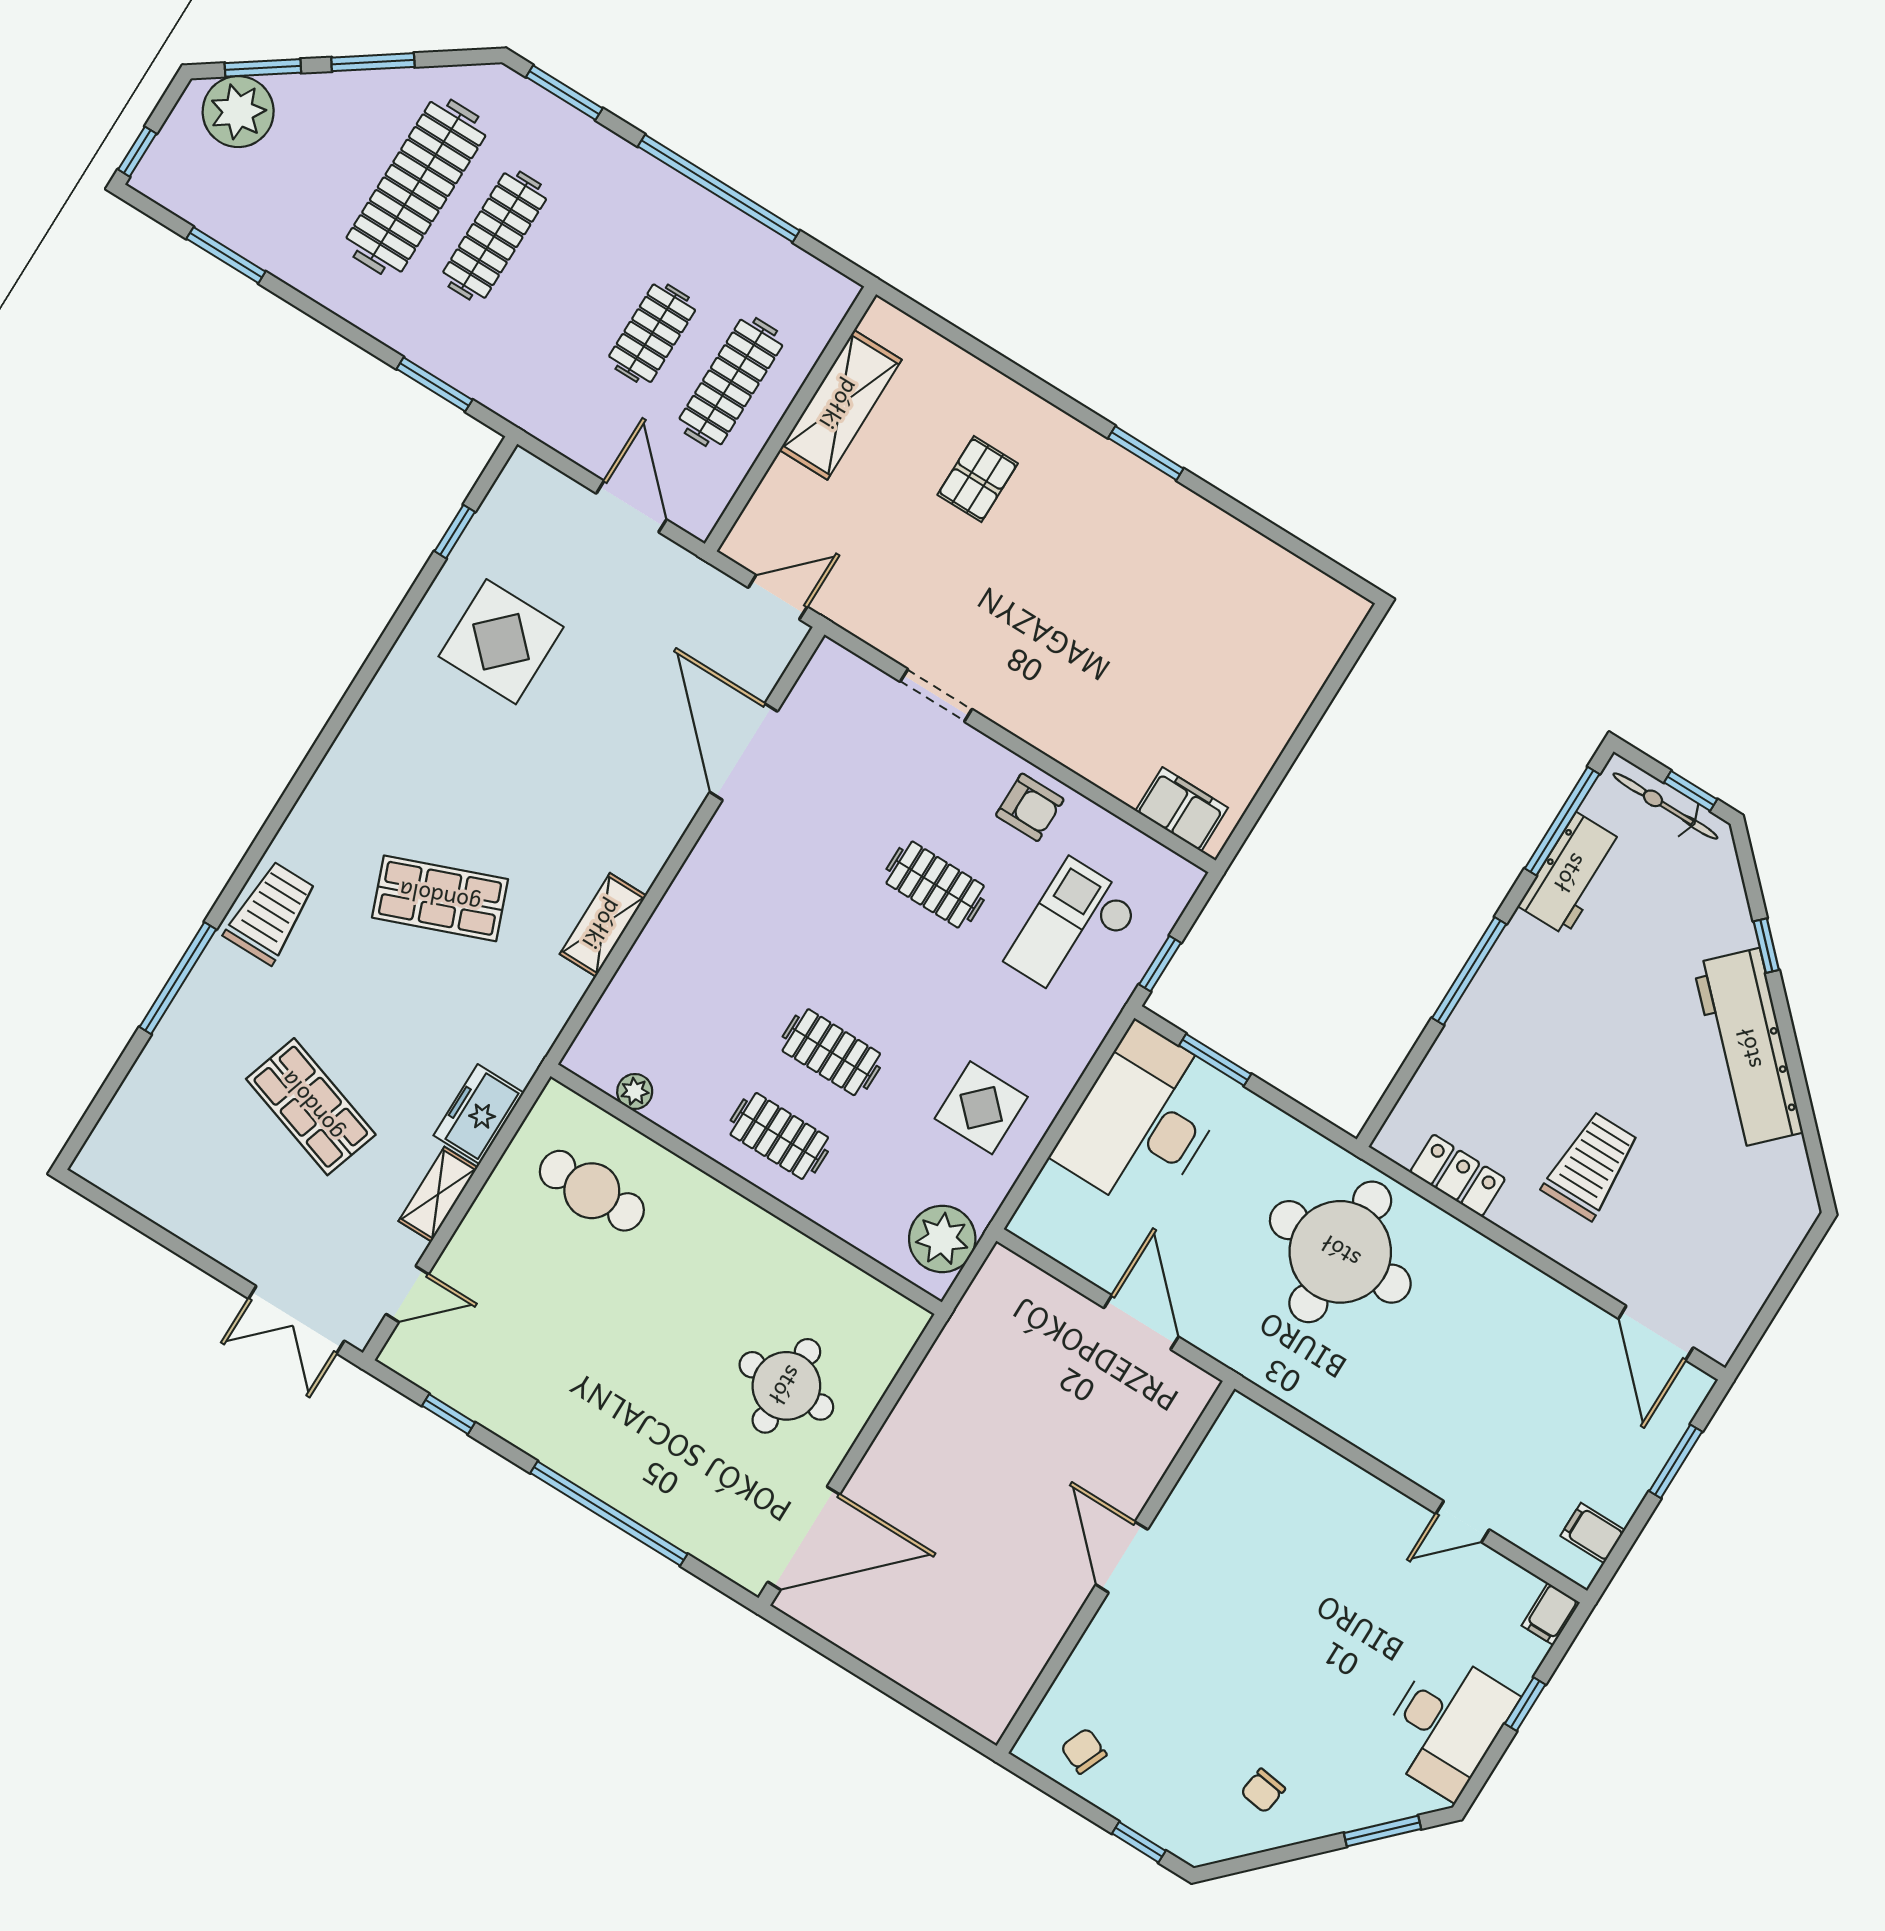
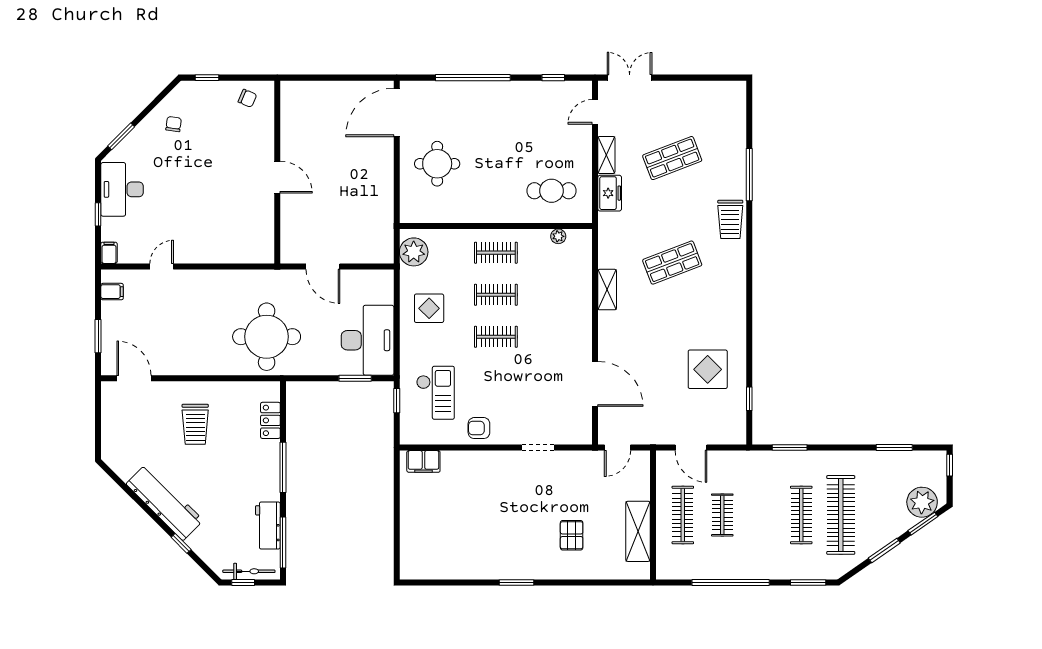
clothes rail: (935, 885) -> (496, 337), moved
shop shelf: (311, 1107) -> (672, 158), turned -39
locker: (1458, 1175) -> (270, 420), moved, turned 90

